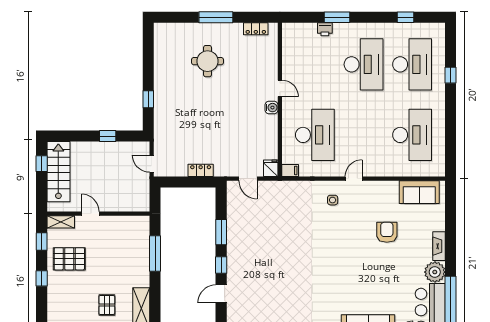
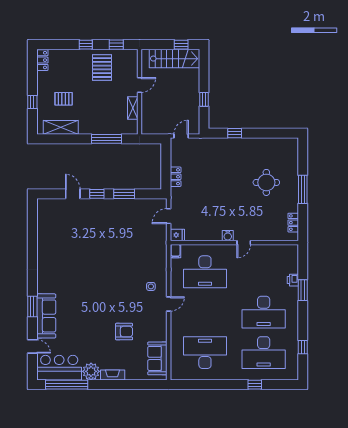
desk: (412, 135) -> (205, 353), turned 180
door: (354, 179) -> (169, 304), hinge flipped
shelving: (61, 222) -> (133, 108), moved

